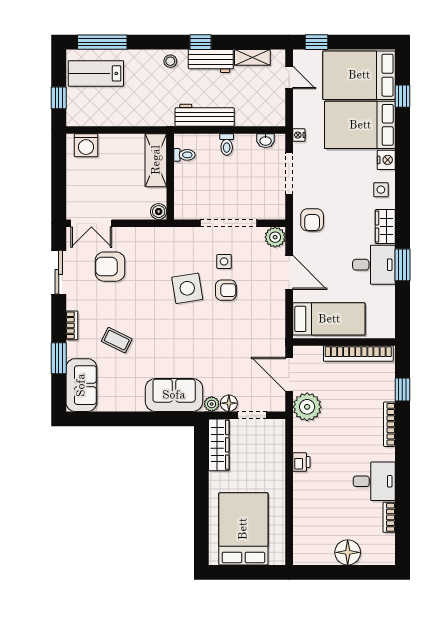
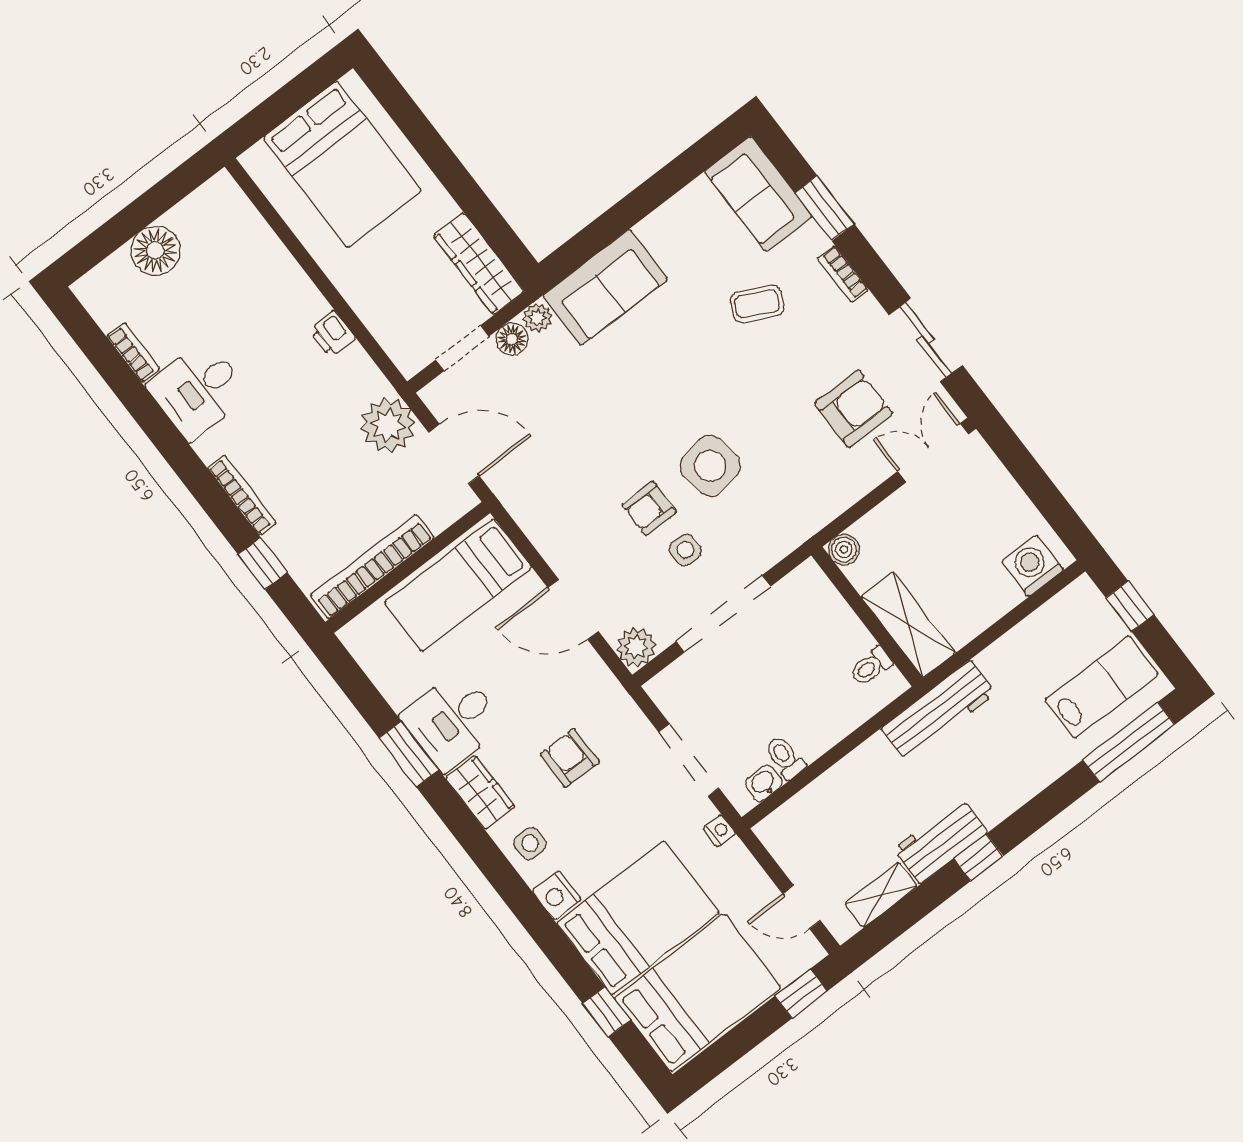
stool: (170, 61) -> (1002, 793), removed
workbench: (205, 115) -> (938, 711), moved
toilet: (227, 144) -> (785, 758), moved
armchair: (312, 220) -> (570, 758), moved

